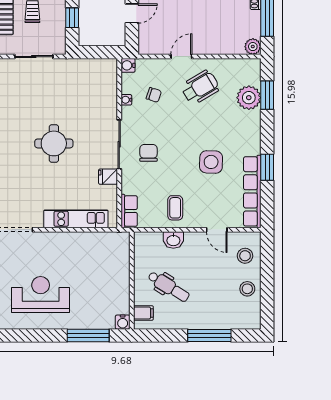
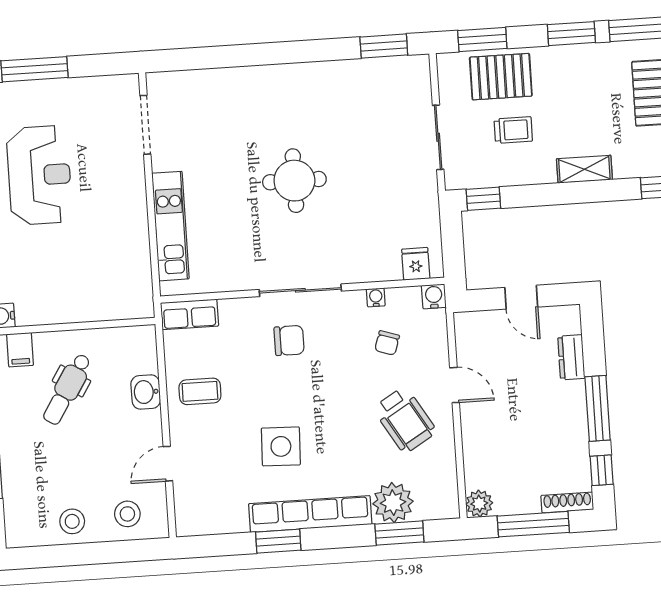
window: (72, 18) -> (483, 199), moved
fridge: (108, 177) -> (416, 264), moved
row of seats: (252, 191) -> (310, 514), moved

